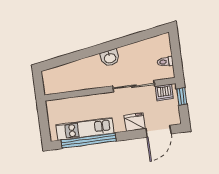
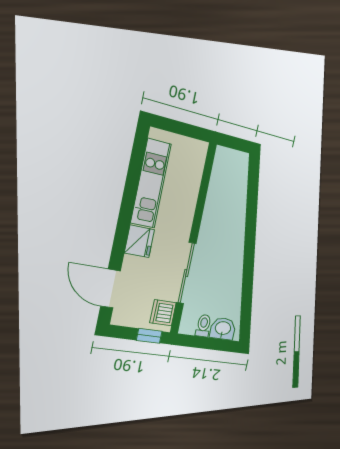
washbasin: (110, 58) -> (223, 329), moved, turned 99
fridge: (135, 122) -> (139, 241), moved
window: (89, 141) -> (132, 182), removed

